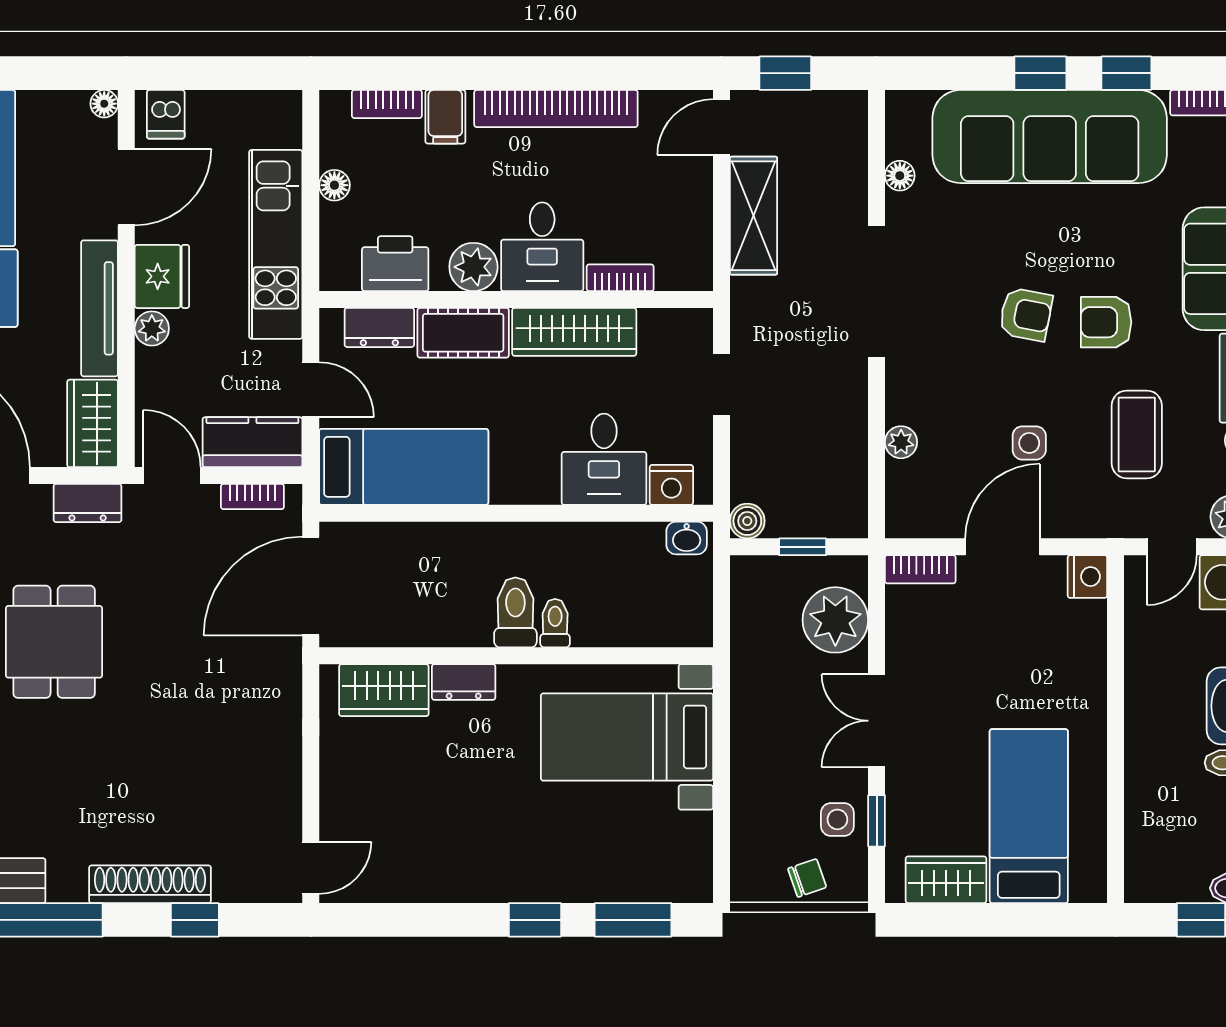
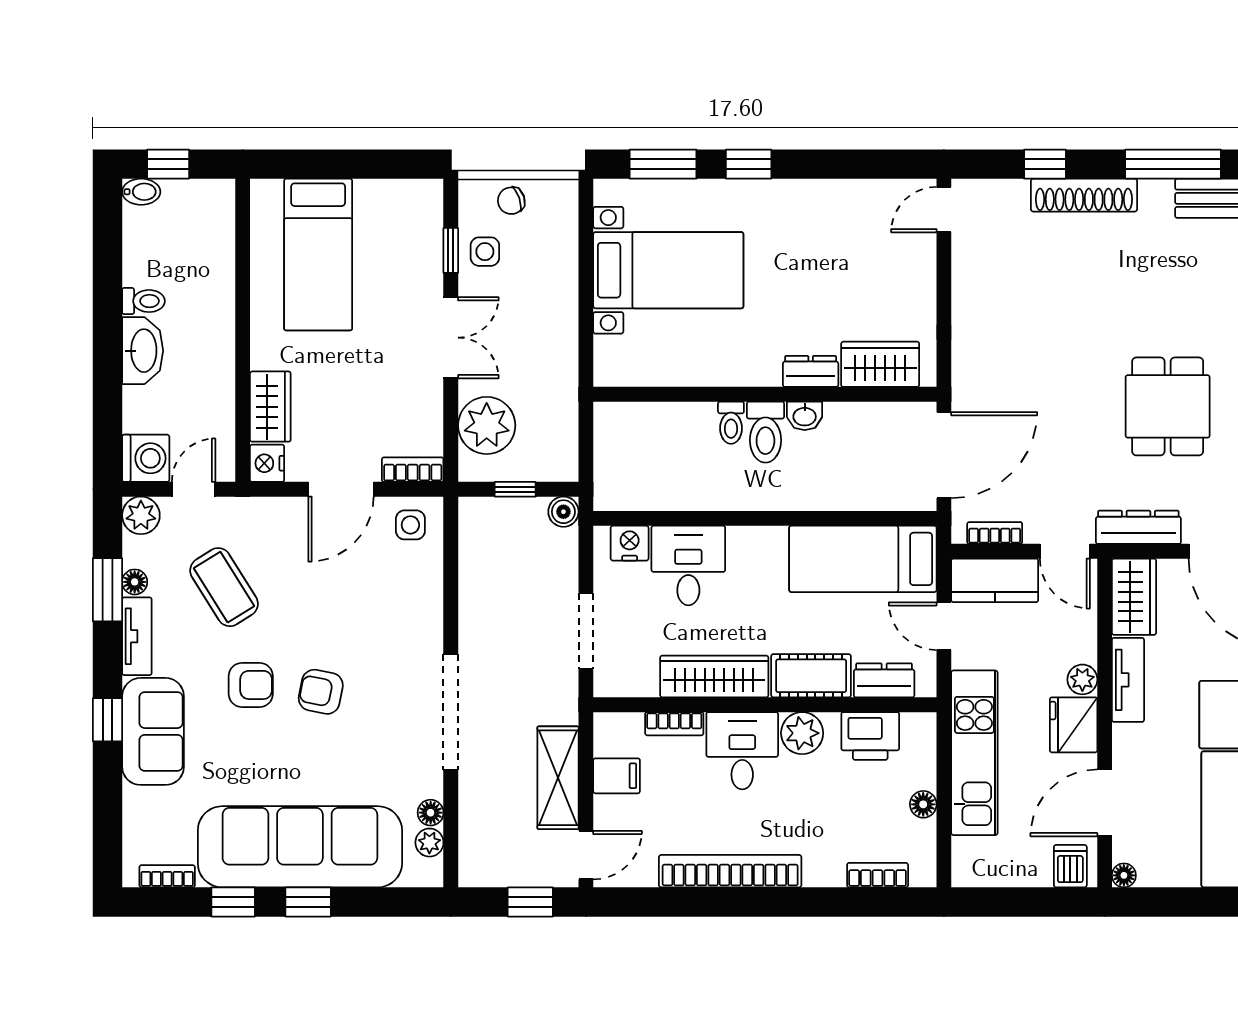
filing cabinet: (445, 117) -> (617, 776), moved, turned 90
tv unit: (100, 308) -> (1128, 680), width x0.71
doorway: (721, 385) -> (586, 631), width x1.38
coffee table: (1137, 434) -> (224, 587), turned -32
plant: (901, 442) -> (429, 843), moved
side table: (1029, 443) -> (410, 525), moved
dresser: (88, 503) -> (1138, 527), width x1.44
washbasin: (687, 538) -> (805, 416), moved, turned 180
bed with nightstands: (627, 737) -> (668, 270), moved
wardrobe: (946, 880) -> (270, 407), moved, turned -90

